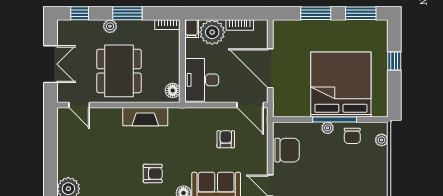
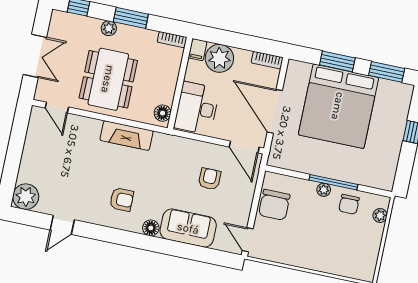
bookcase: (240, 25) -> (267, 60), moved
bed: (341, 85) -> (338, 106), moved, turned 180
chair: (287, 150) -> (274, 205), turned 90

